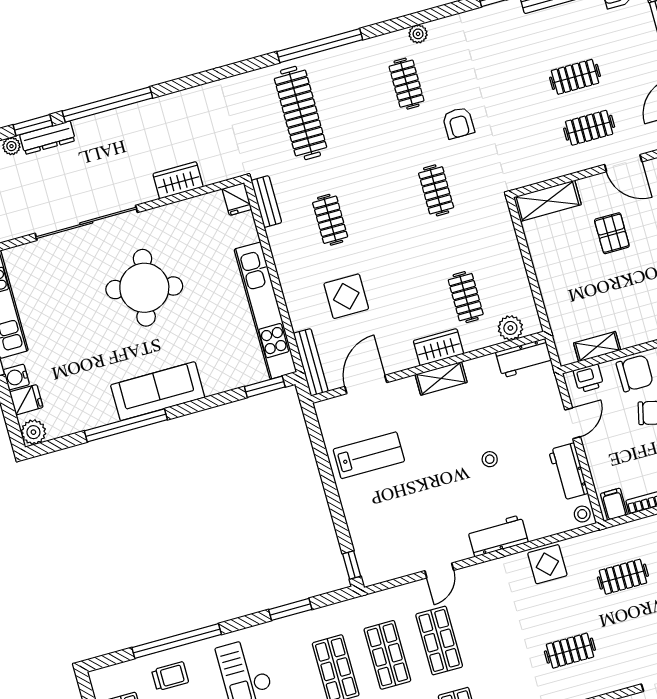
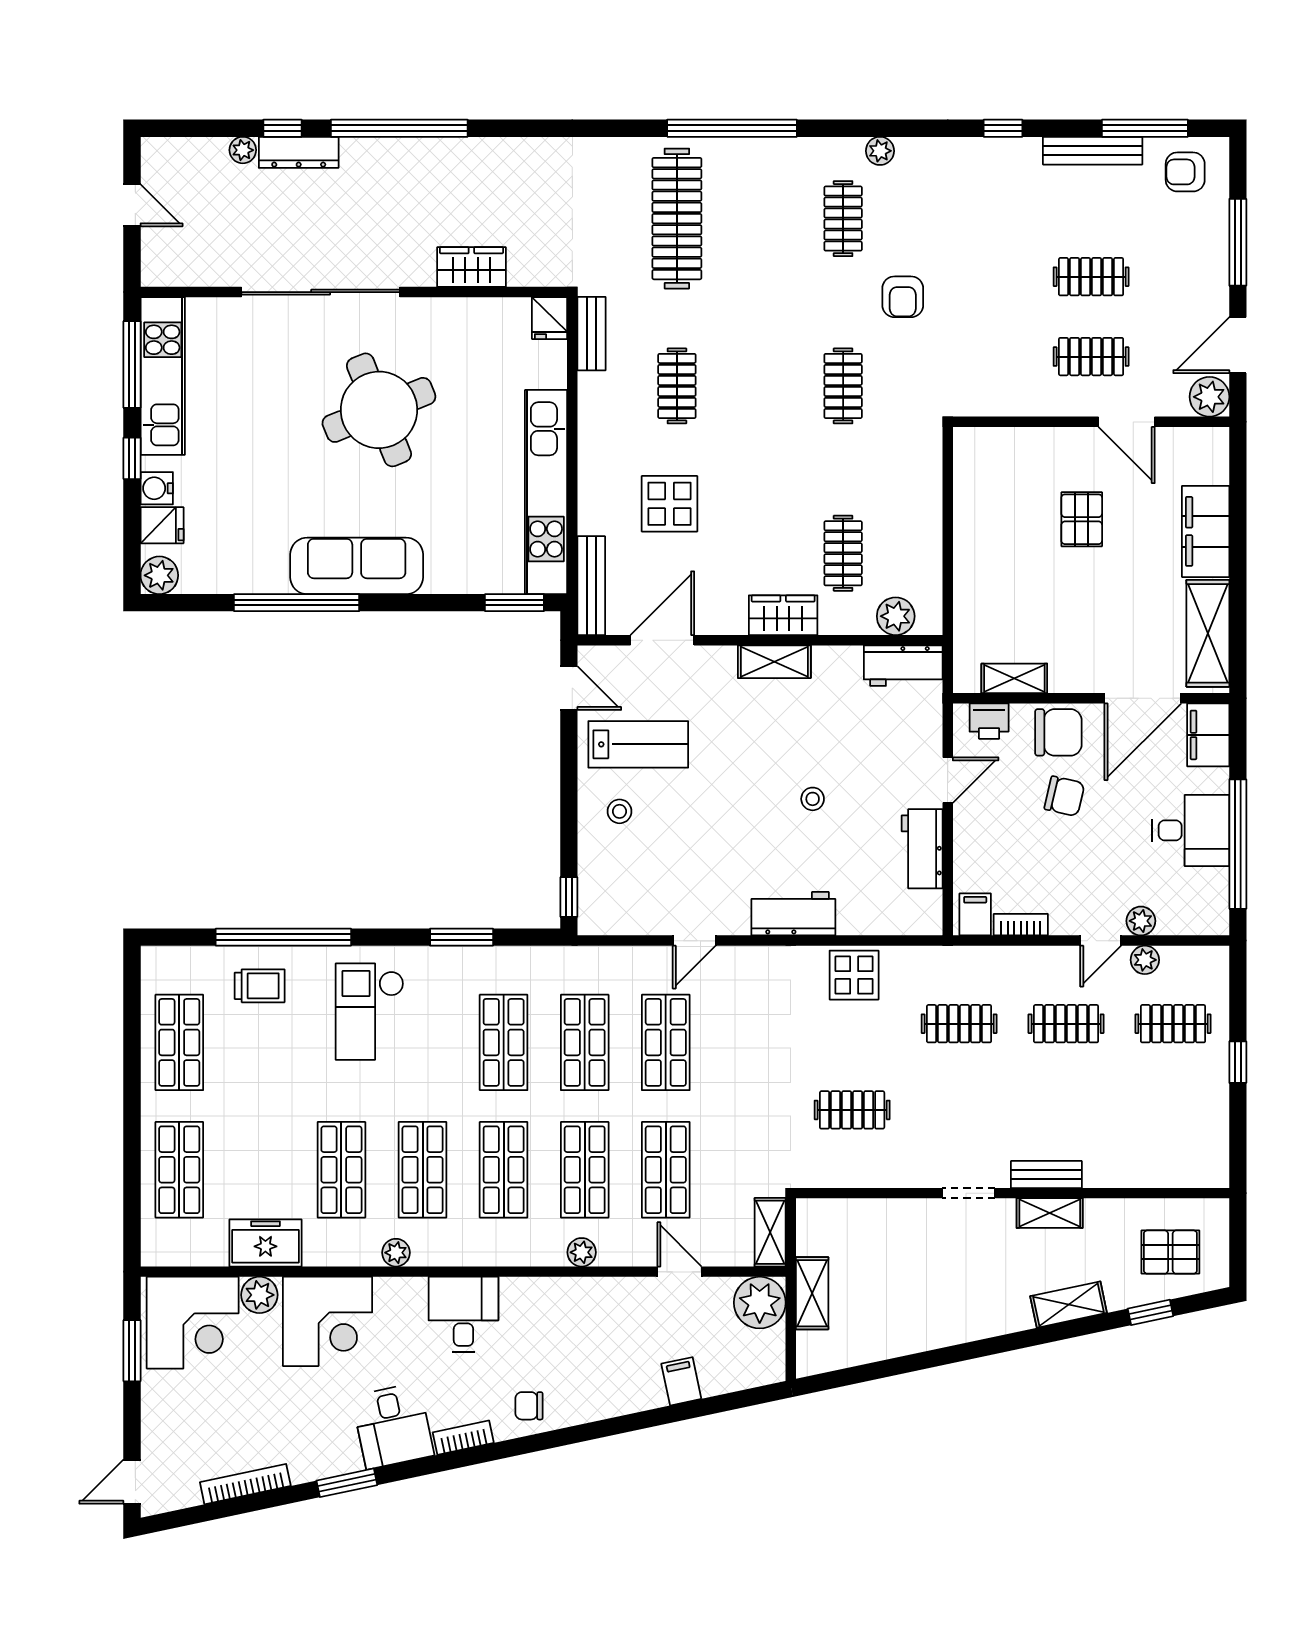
window: (33, 125) -> (282, 128), width x0.67
shelving: (547, 201) -> (1001, 446), removed
round table: (144, 288) -> (379, 410), turned -34
door: (315, 432) -> (569, 688), added
stool: (582, 514) -> (620, 811), moved

